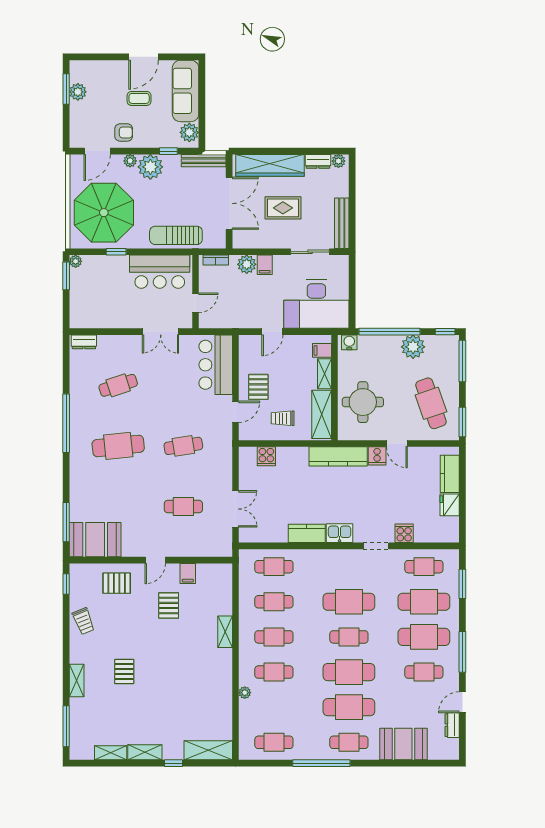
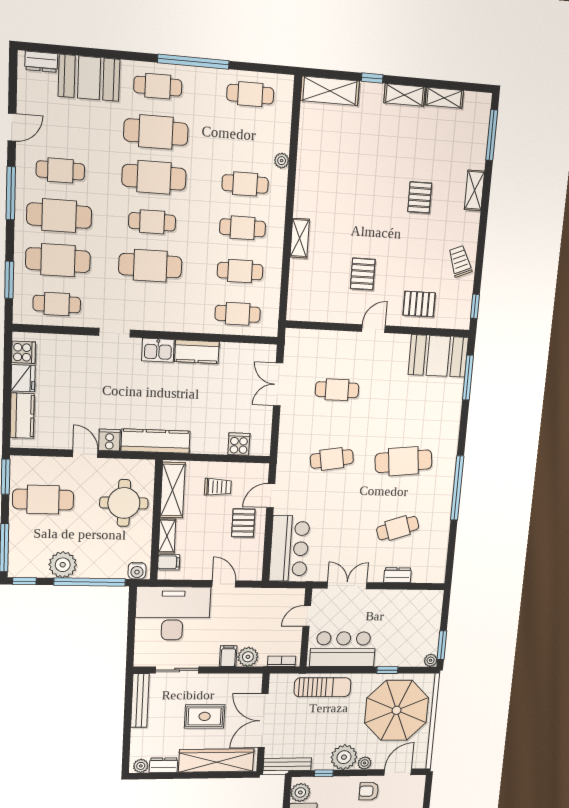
door: (272, 332) -> (224, 584), hinge flipped
dresser: (84, 342) -> (398, 575), moved
cafe table: (431, 403) -> (43, 500), turned -71
cooker: (404, 533) -> (23, 352), moved, turned -90
filing cabinet: (188, 574) -> (338, 311), removed
dresser: (452, 725) -> (41, 62), moved, turned 90

